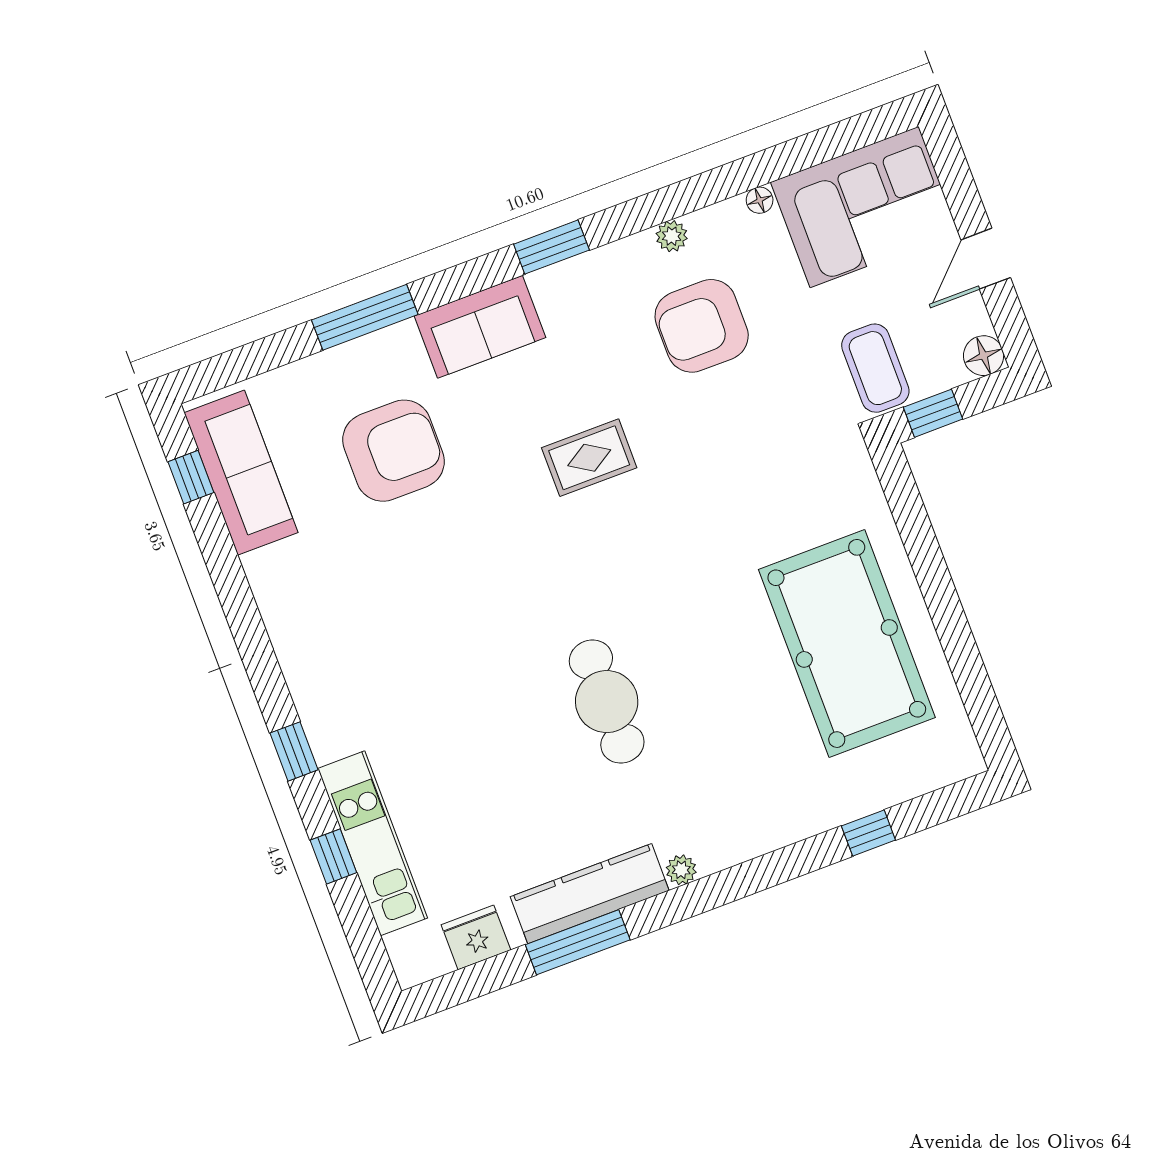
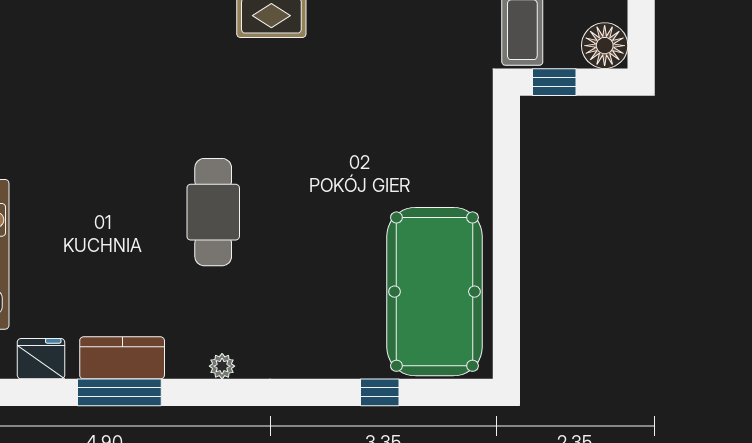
floor lamp: (984, 356) -> (605, 46), width x1.38, depth x1.38
pool table: (847, 643) -> (434, 292), moved
kitchen counter: (590, 894) -> (122, 358), width x0.67

